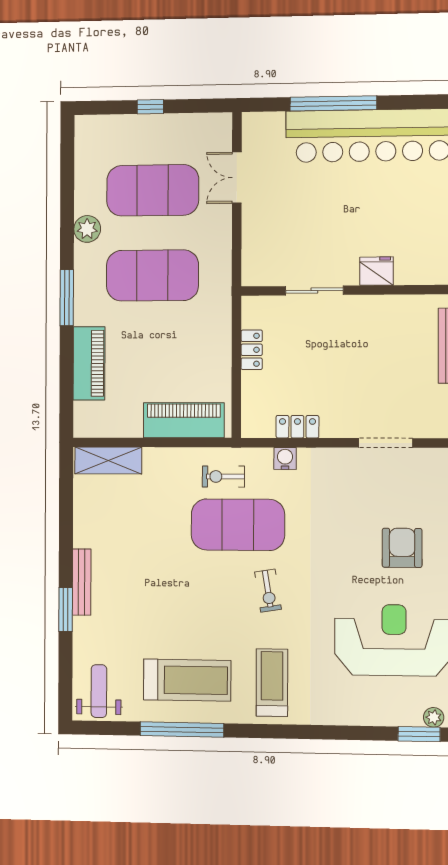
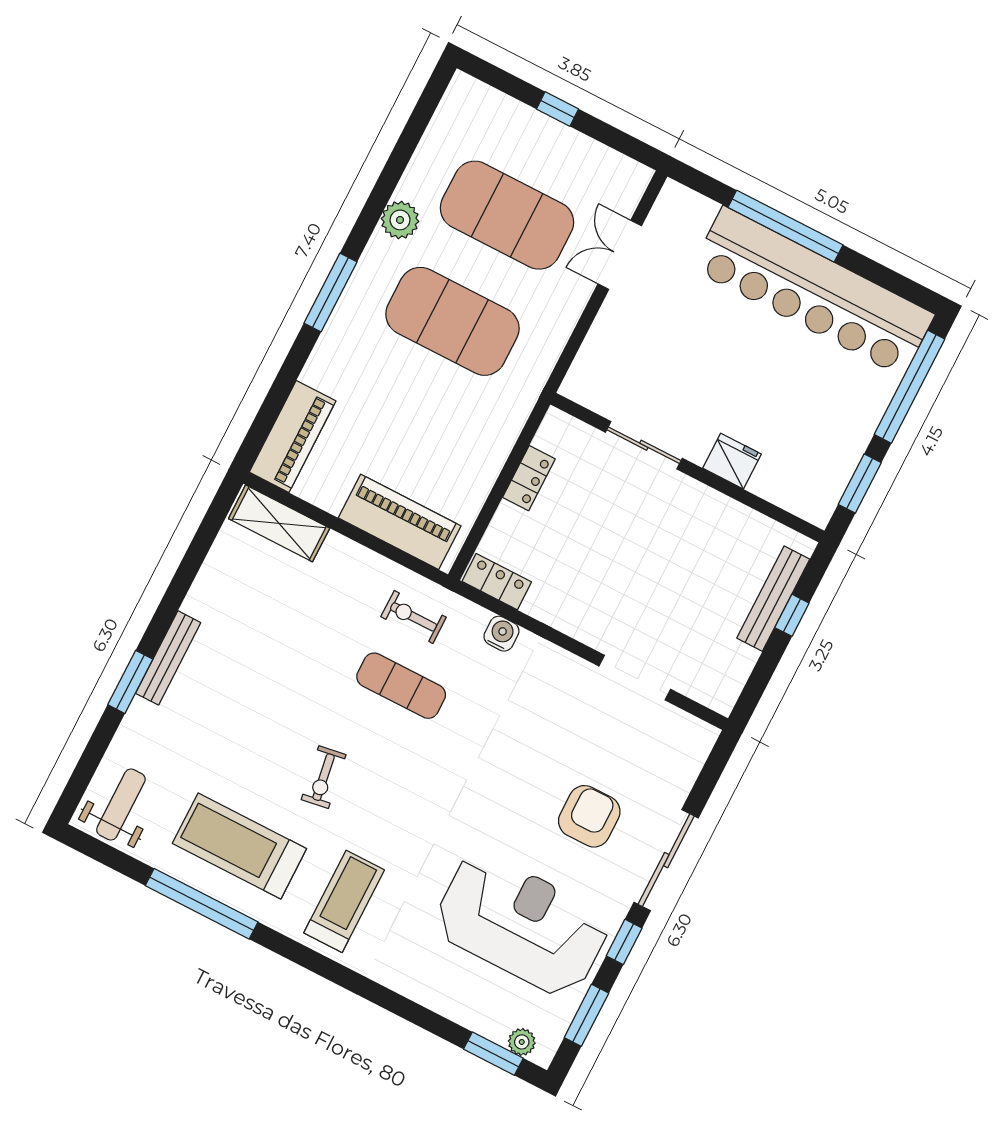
piano: (89, 363) -> (293, 437), moved
locker: (297, 427) -> (497, 582), moved
exercise mat: (238, 525) -> (401, 686), width x0.50, depth x0.69
exercise bike: (268, 591) -> (324, 777), moved
treadmill: (187, 680) -> (239, 846), turned 180

